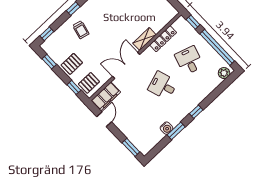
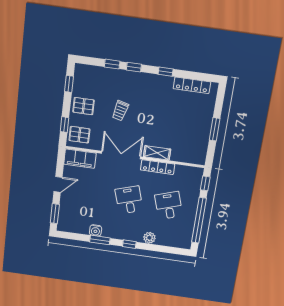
trolley: (81, 30) -> (120, 111), moved
window: (47, 34) -> (112, 64), moved
locker: (163, 39) -> (158, 167), moved
desk: (189, 61) -> (169, 206), turned -36
plant: (224, 73) -> (149, 238), moved
door: (104, 119) -> (58, 184), moved

